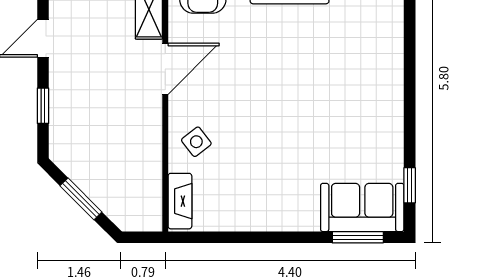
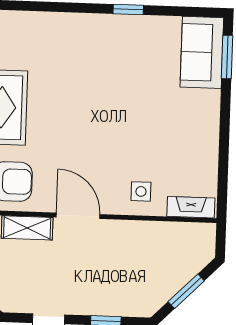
side table: (196, 142) -> (141, 191), turned 38
window: (410, 185) -> (128, 9), moved

